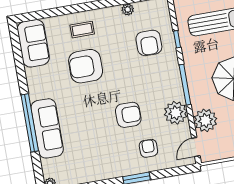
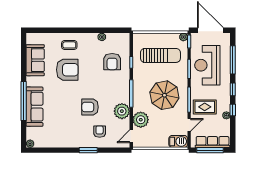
sofa: (33, 43) -> (35, 60), moved
armchair: (86, 66) -> (67, 70), turned 180
armchair: (128, 115) -> (90, 107), turned 180

